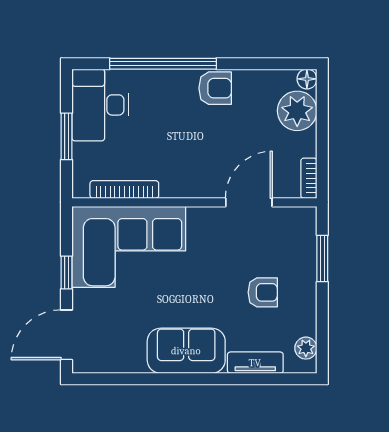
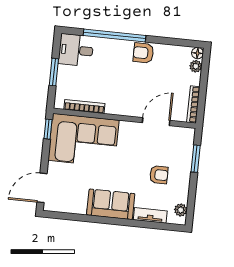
armchair: (215, 88) -> (143, 53), turned 180
desk: (100, 105) -> (76, 50), width x0.73
plant: (297, 111) -> (196, 66), width x0.53, depth x0.53
bookcase: (309, 178) -> (193, 104), width x1.56
window: (67, 272) -> (48, 129), moved

